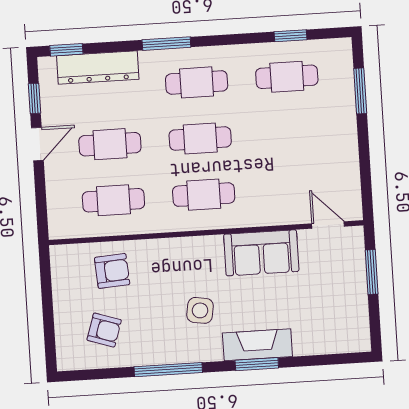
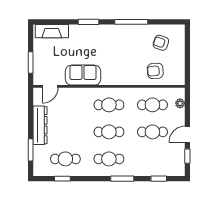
window: (66, 50) -> (159, 179), moved
dresser: (98, 67) -> (40, 125), moved, turned 90
plant: (56, 207) -> (180, 103), added
door: (328, 225) -> (50, 86), hinge flipped
side table: (200, 310) -> (114, 49), removed
fireplace: (257, 345) -> (52, 31), moved

